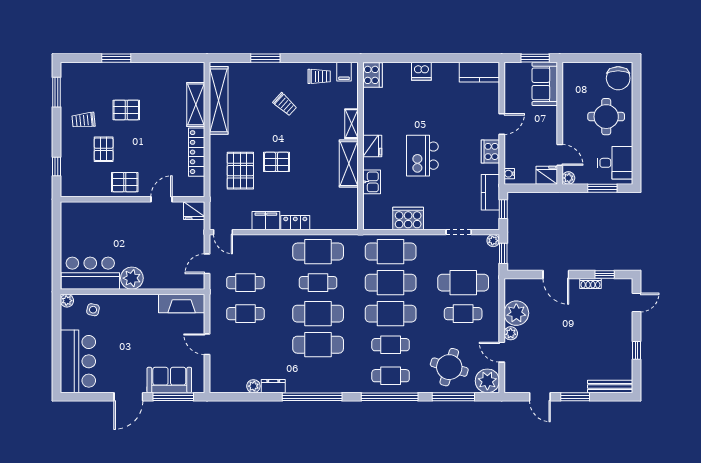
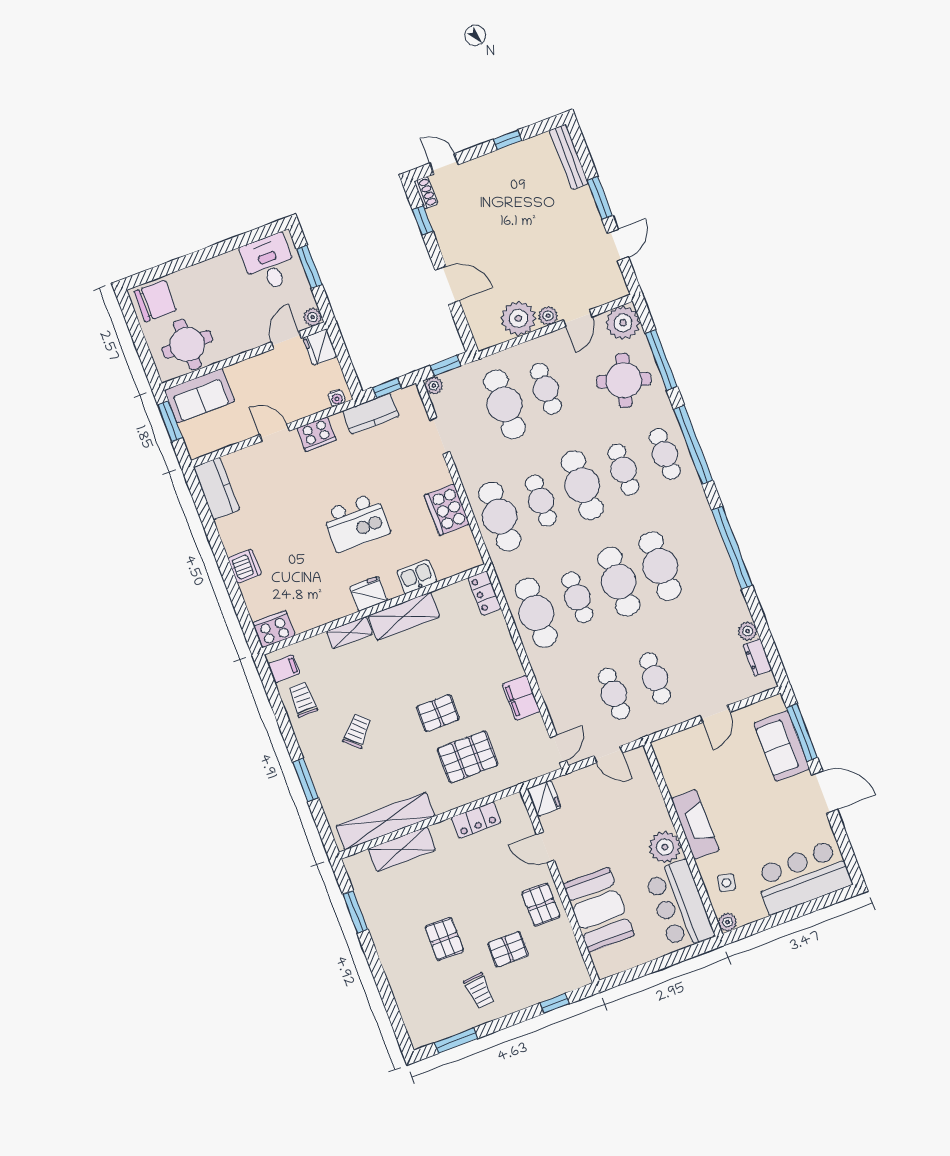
window: (116, 58) -> (355, 912), moved
round table: (606, 117) -> (187, 344), moved
locker: (197, 152) -> (476, 820), width x0.66
pallet: (277, 162) -> (438, 713), turned 90
booth: (107, 219) -> (599, 910), added
locker: (295, 223) -> (485, 593), moved
door: (556, 274) -> (447, 285), hinge flipped
cafe table: (391, 283) -> (541, 501), width x0.73, depth x0.74
shoe rack: (590, 284) -> (426, 193), moved
fireplace: (182, 304) -> (695, 824), moved
dresser: (273, 386) -> (757, 657), moved

